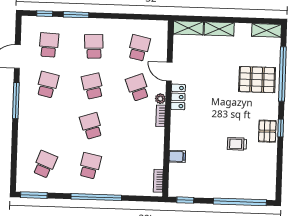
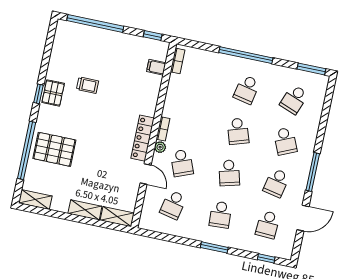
window: (76, 15) -> (214, 247), moved
locker: (178, 97) -> (143, 138), width x1.53
school desk: (46, 124) -> (285, 141), added
filing cabinet: (177, 156) -> (156, 67), moved

